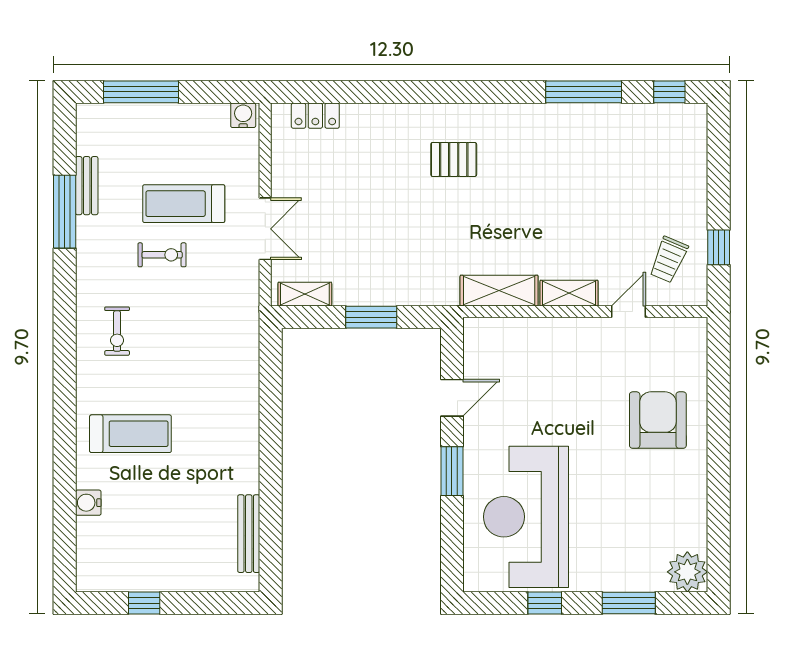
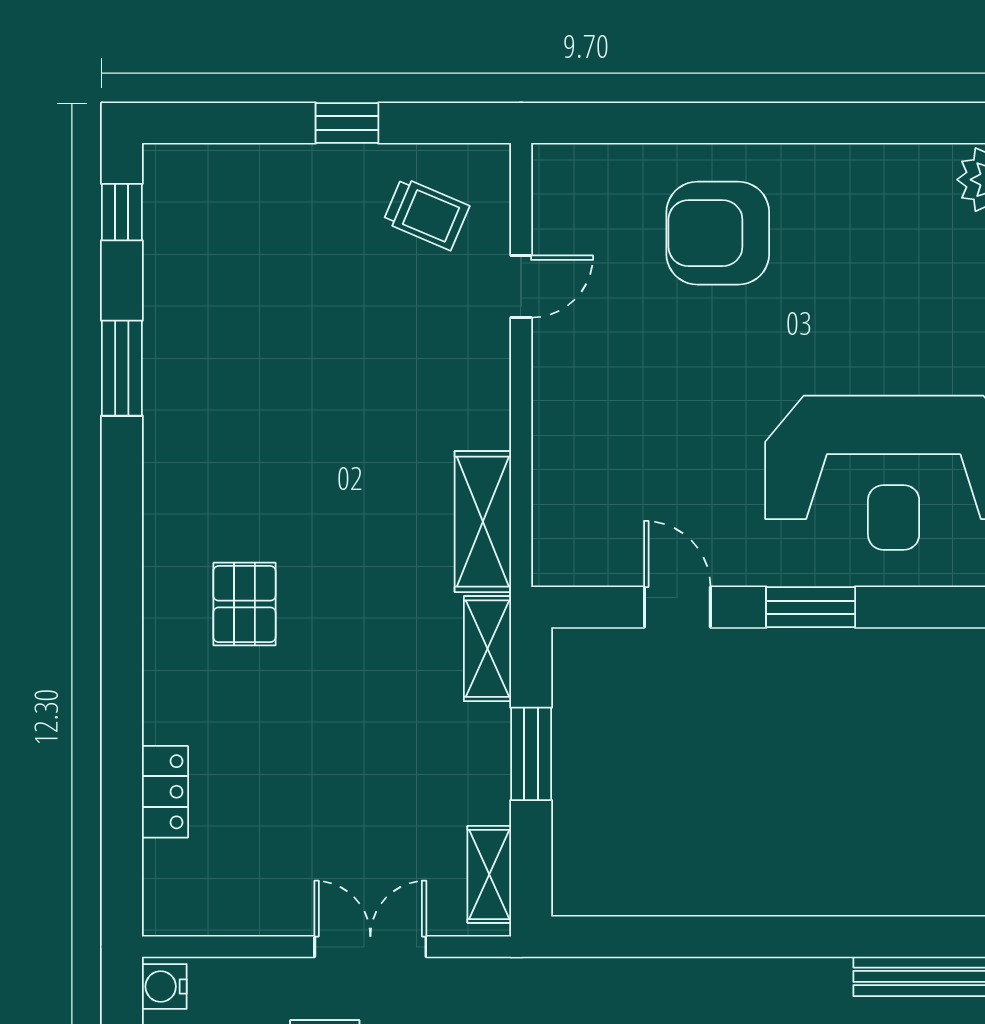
window: (584, 92) -> (122, 368), width x0.69
locker: (315, 116) -> (165, 792), moved
window: (719, 247) -> (347, 123), moved
shelving: (569, 293) -> (487, 649), moved
door: (629, 312) -> (521, 287), swing flipped

